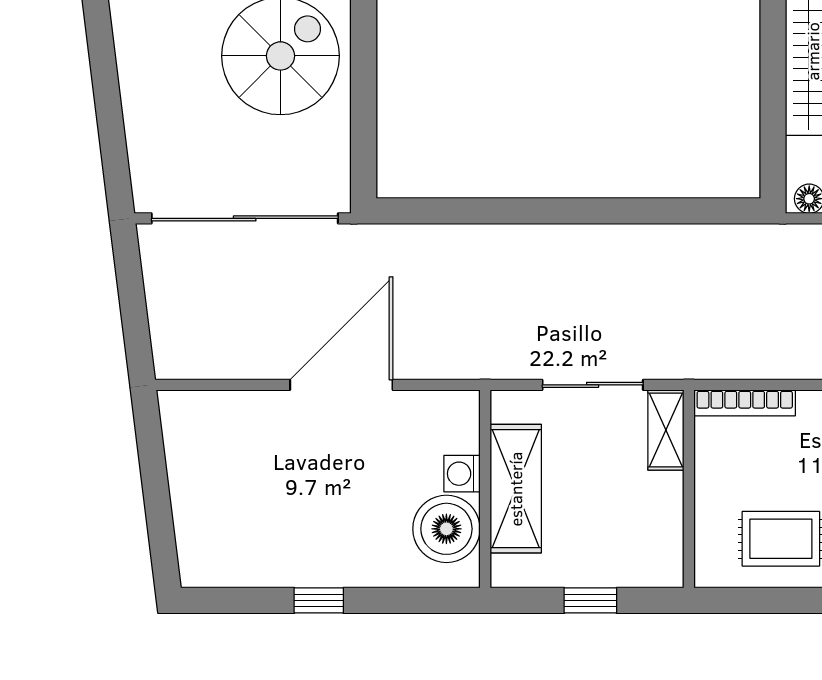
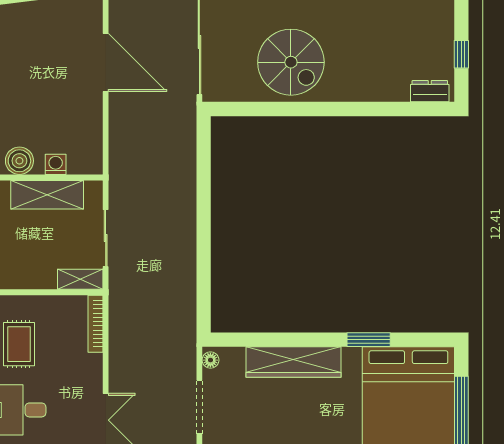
door: (341, 385) -> (106, 62), moved
boiler: (446, 529) -> (19, 161), width x0.73, depth x0.73

